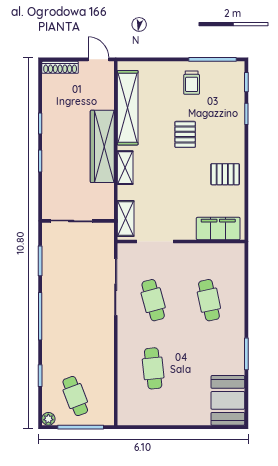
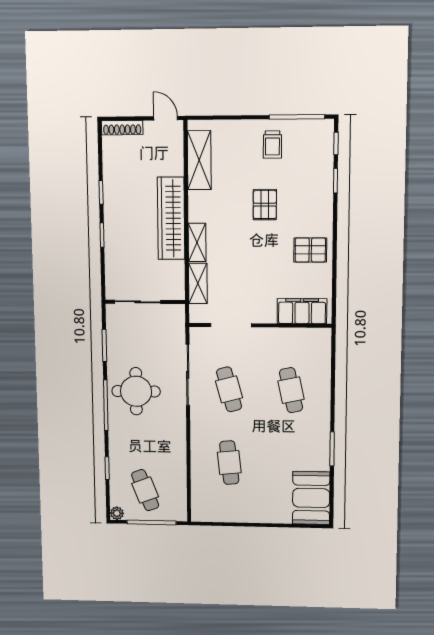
shelving: (128, 108) -> (199, 160), width x0.68
shelving: (126, 219) -> (198, 284), moved
round table: (68, 303) -> (136, 391), added

